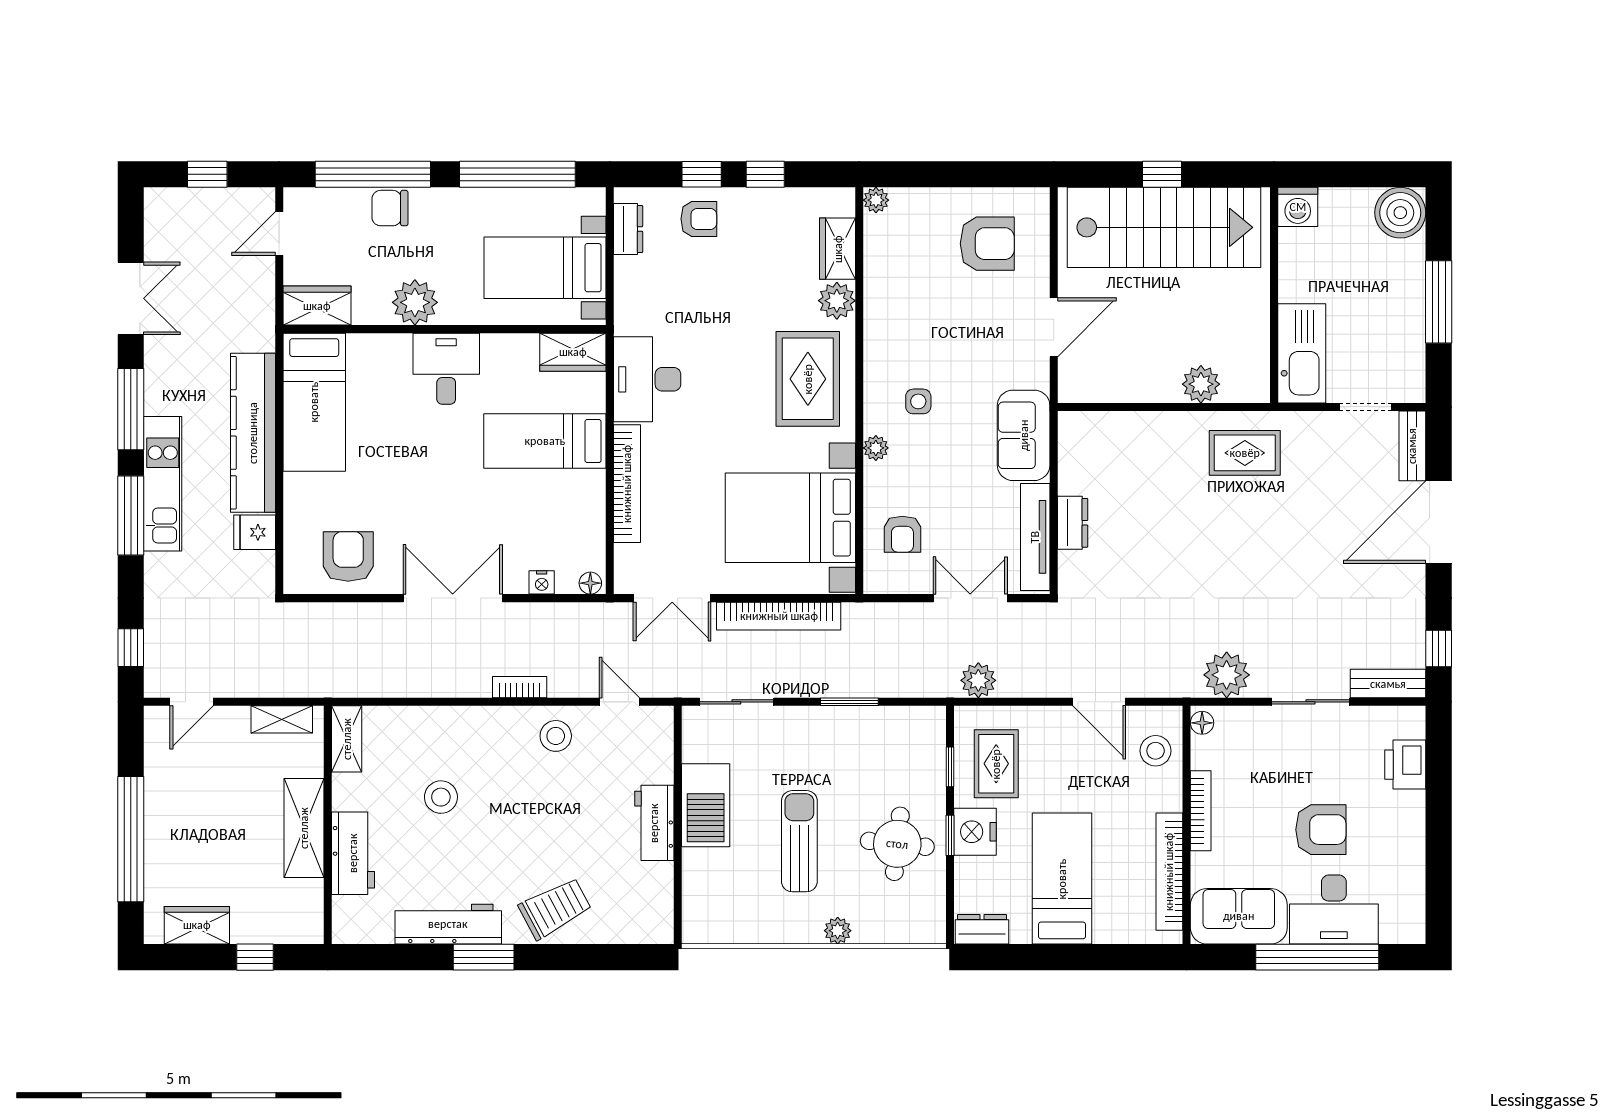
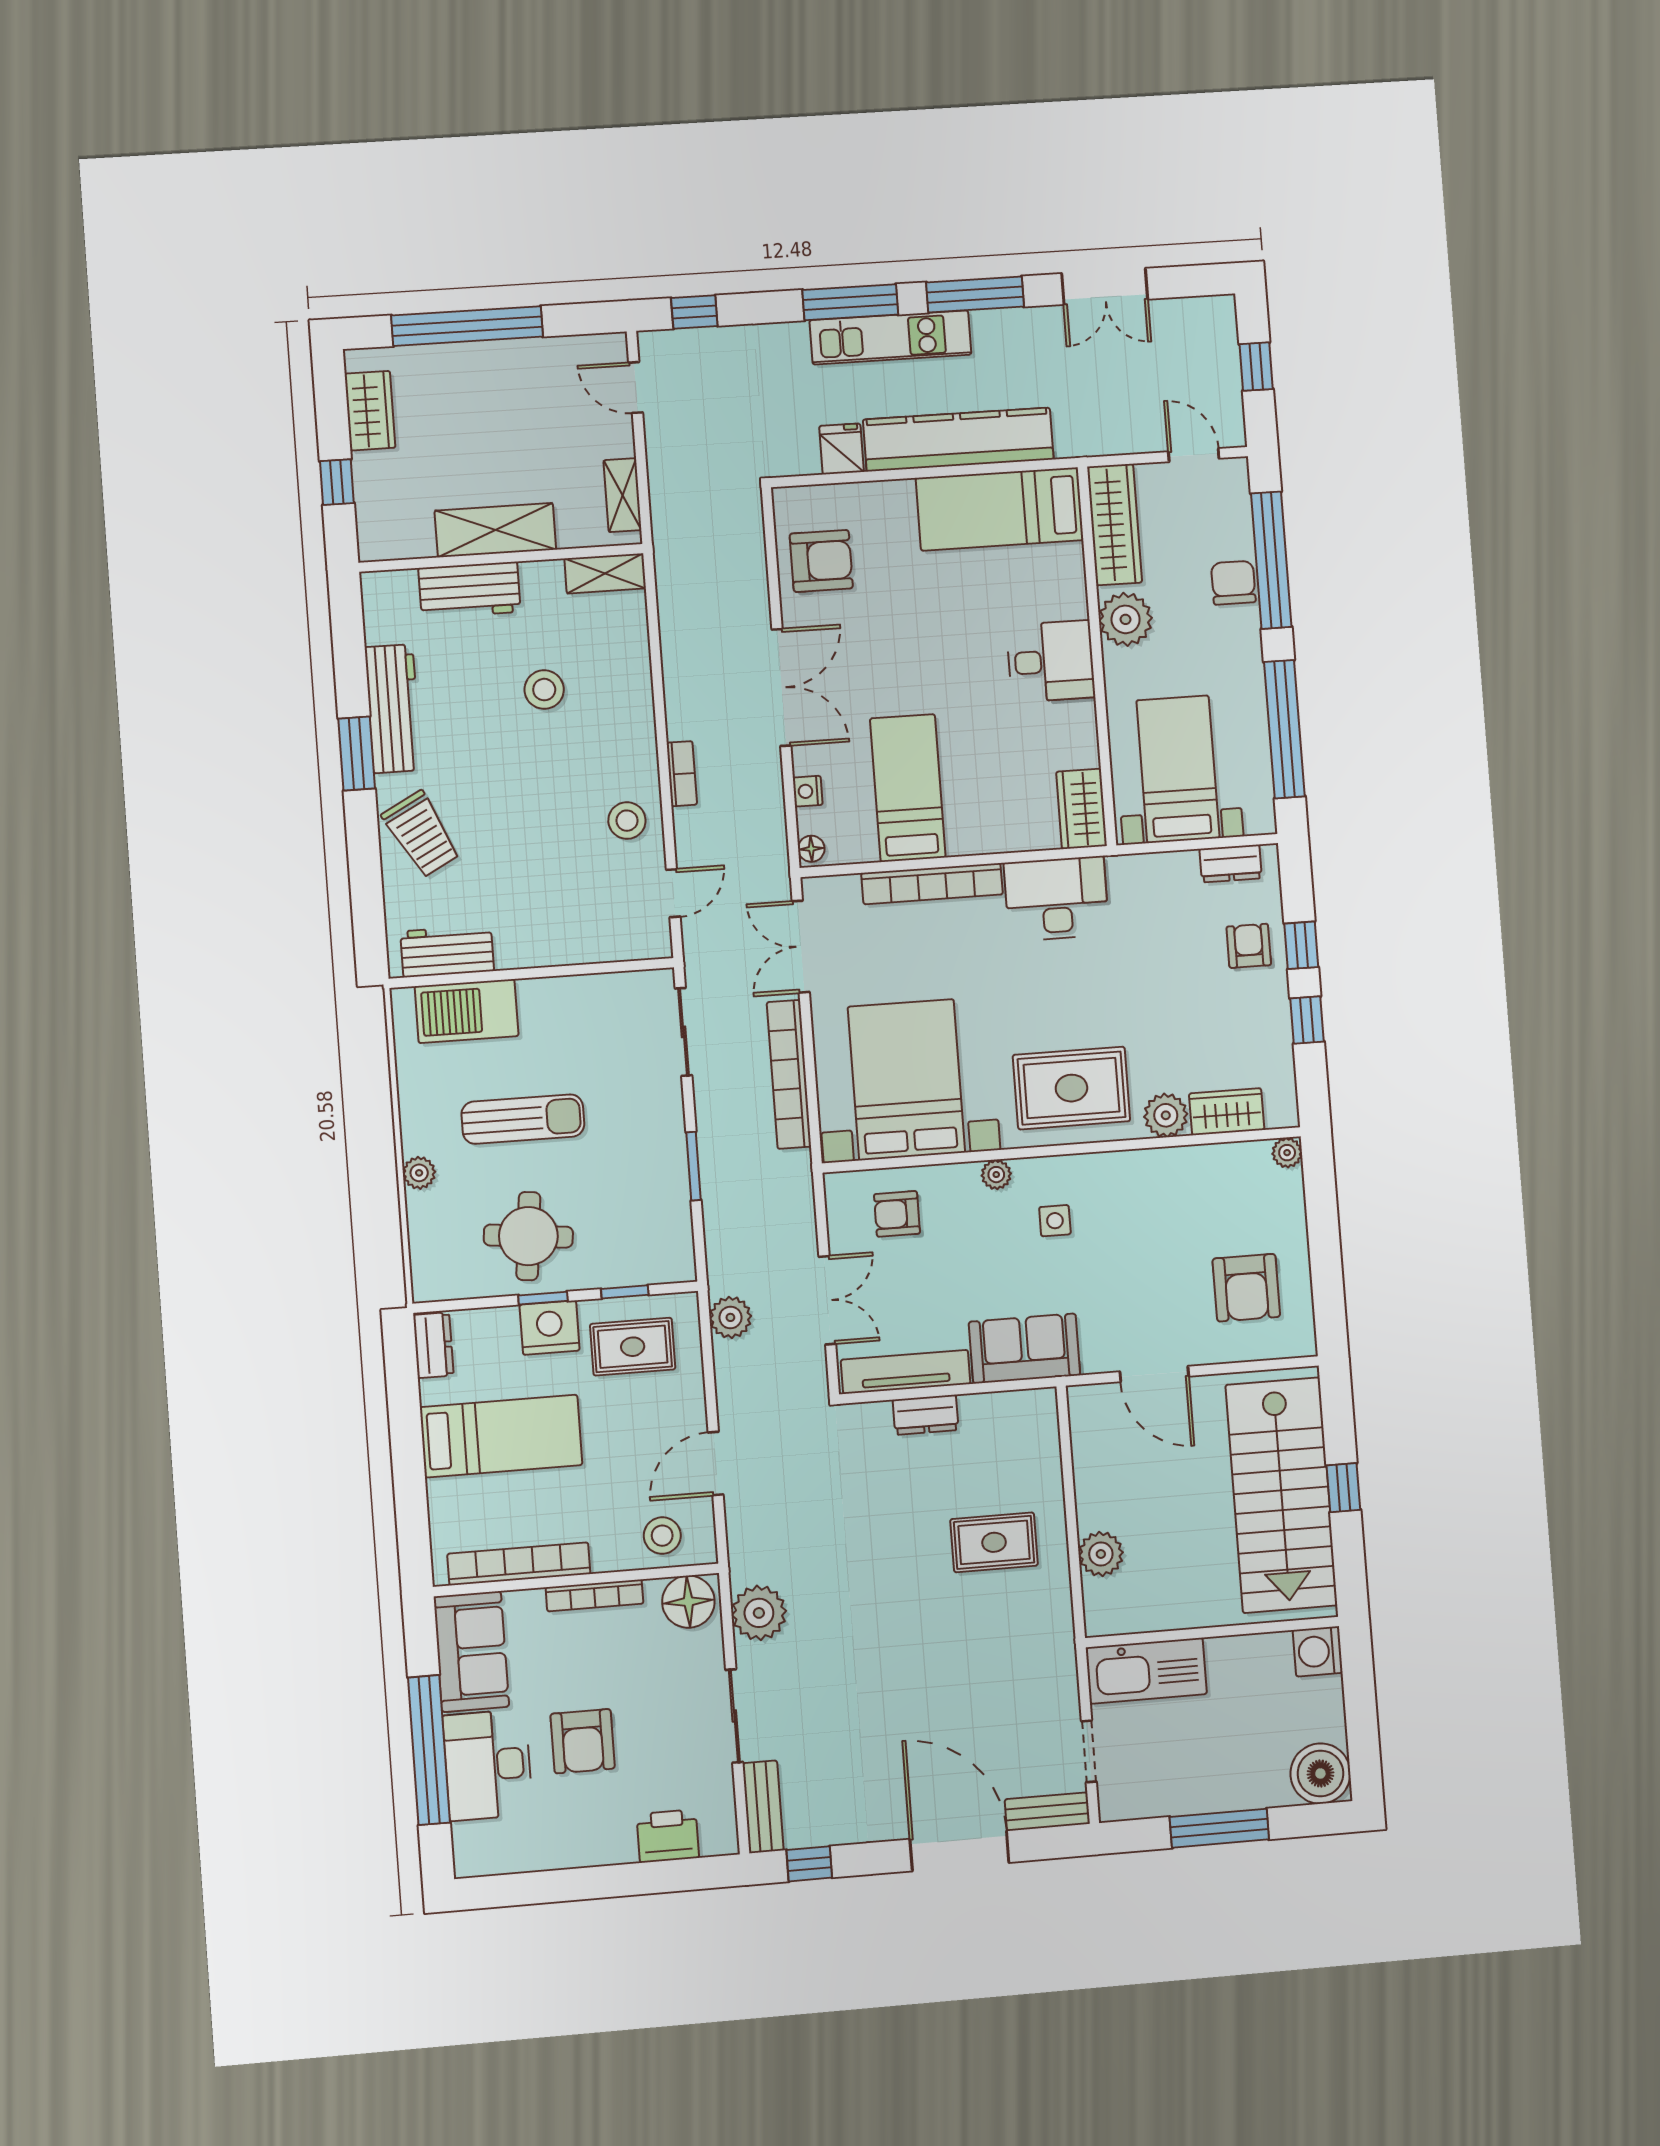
armchair: (699, 219) -> (1249, 946), turned 180
wardrobe: (317, 306) -> (1114, 525), width x1.50
bed: (545, 441) -> (908, 788), moved
rug: (1245, 453) -> (994, 1542), moved, turned 90
floor lamp: (1202, 723) -> (688, 1602), width x1.89, depth x1.89
barbecue: (706, 805) -> (467, 1011), moved
workbench: (654, 823) -> (447, 951), moved

